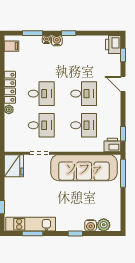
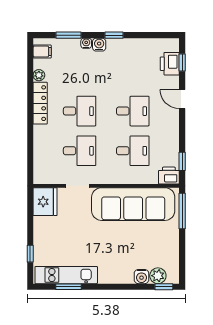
printer: (113, 45) -> (170, 64), moved
plant: (9, 110) -> (39, 75), moved
window: (75, 234) -> (164, 287), moved

